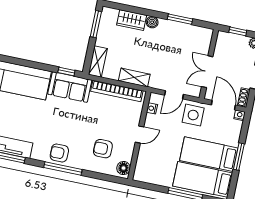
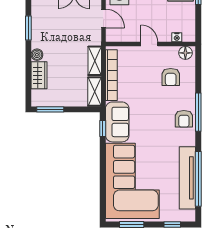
shelving: (98, 62) -> (95, 92), moved, turned 90
nightstand: (152, 108) -> (177, 37), moved

